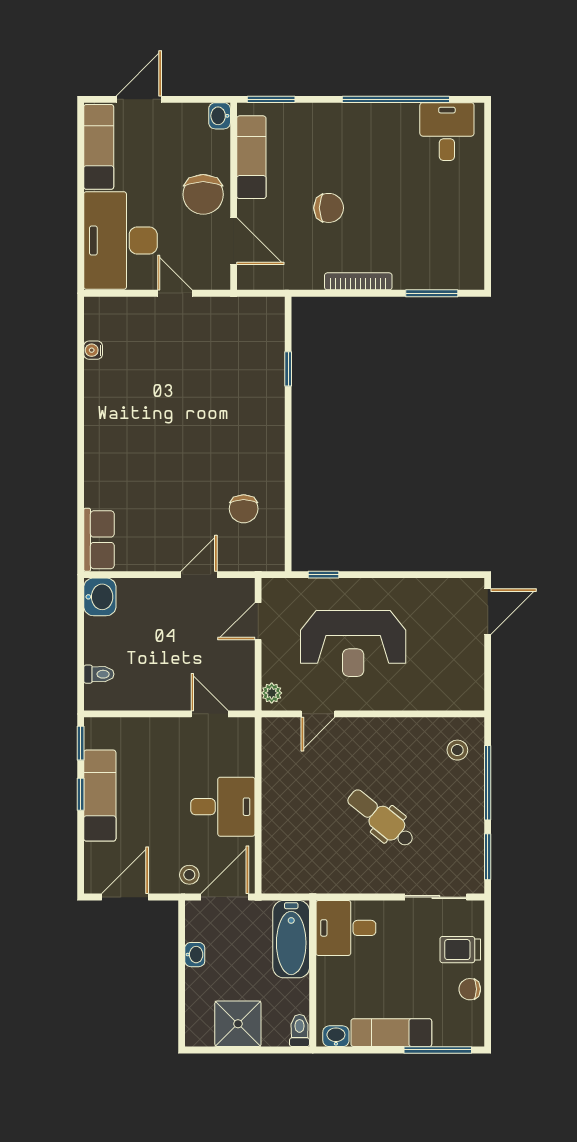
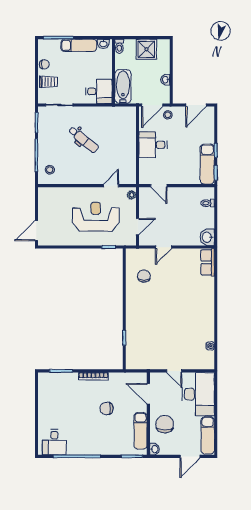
chair: (203, 194) -> (165, 424), moved
exam couch: (100, 796) -> (207, 164), moved

